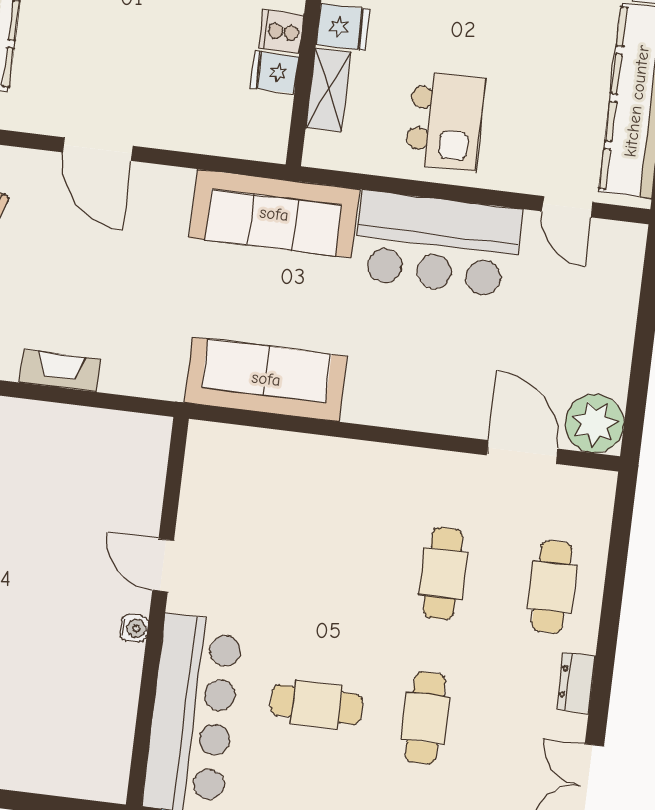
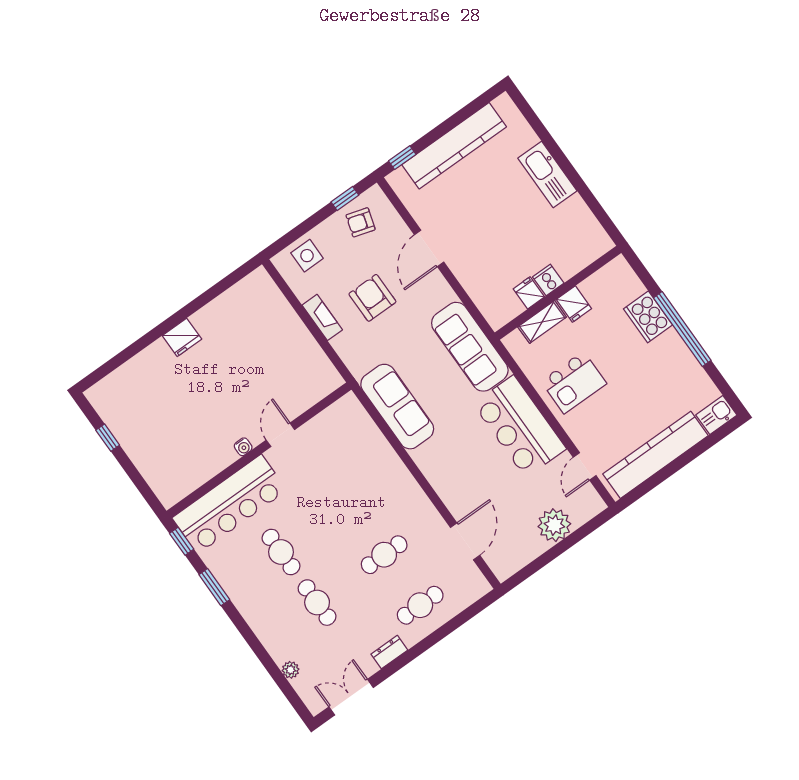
armchair: (94, 282) -> (372, 298), added
plant: (595, 424) -> (554, 525), moved
cafe table: (425, 718) -> (317, 603), turned 90

